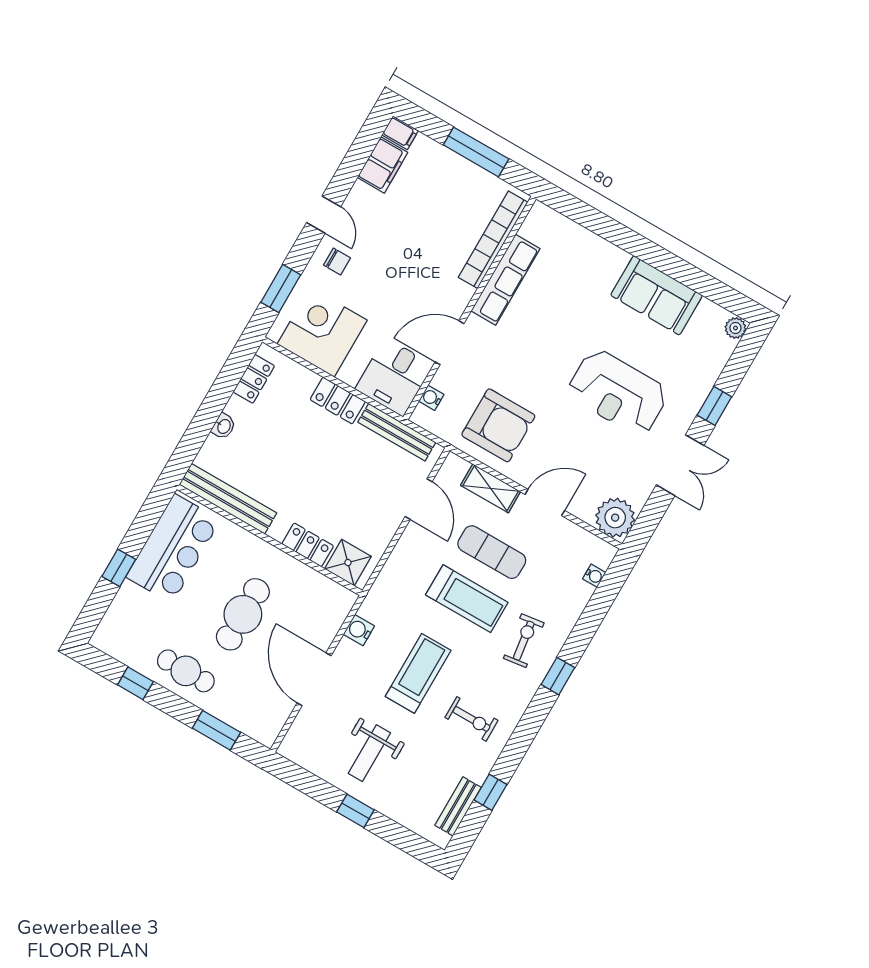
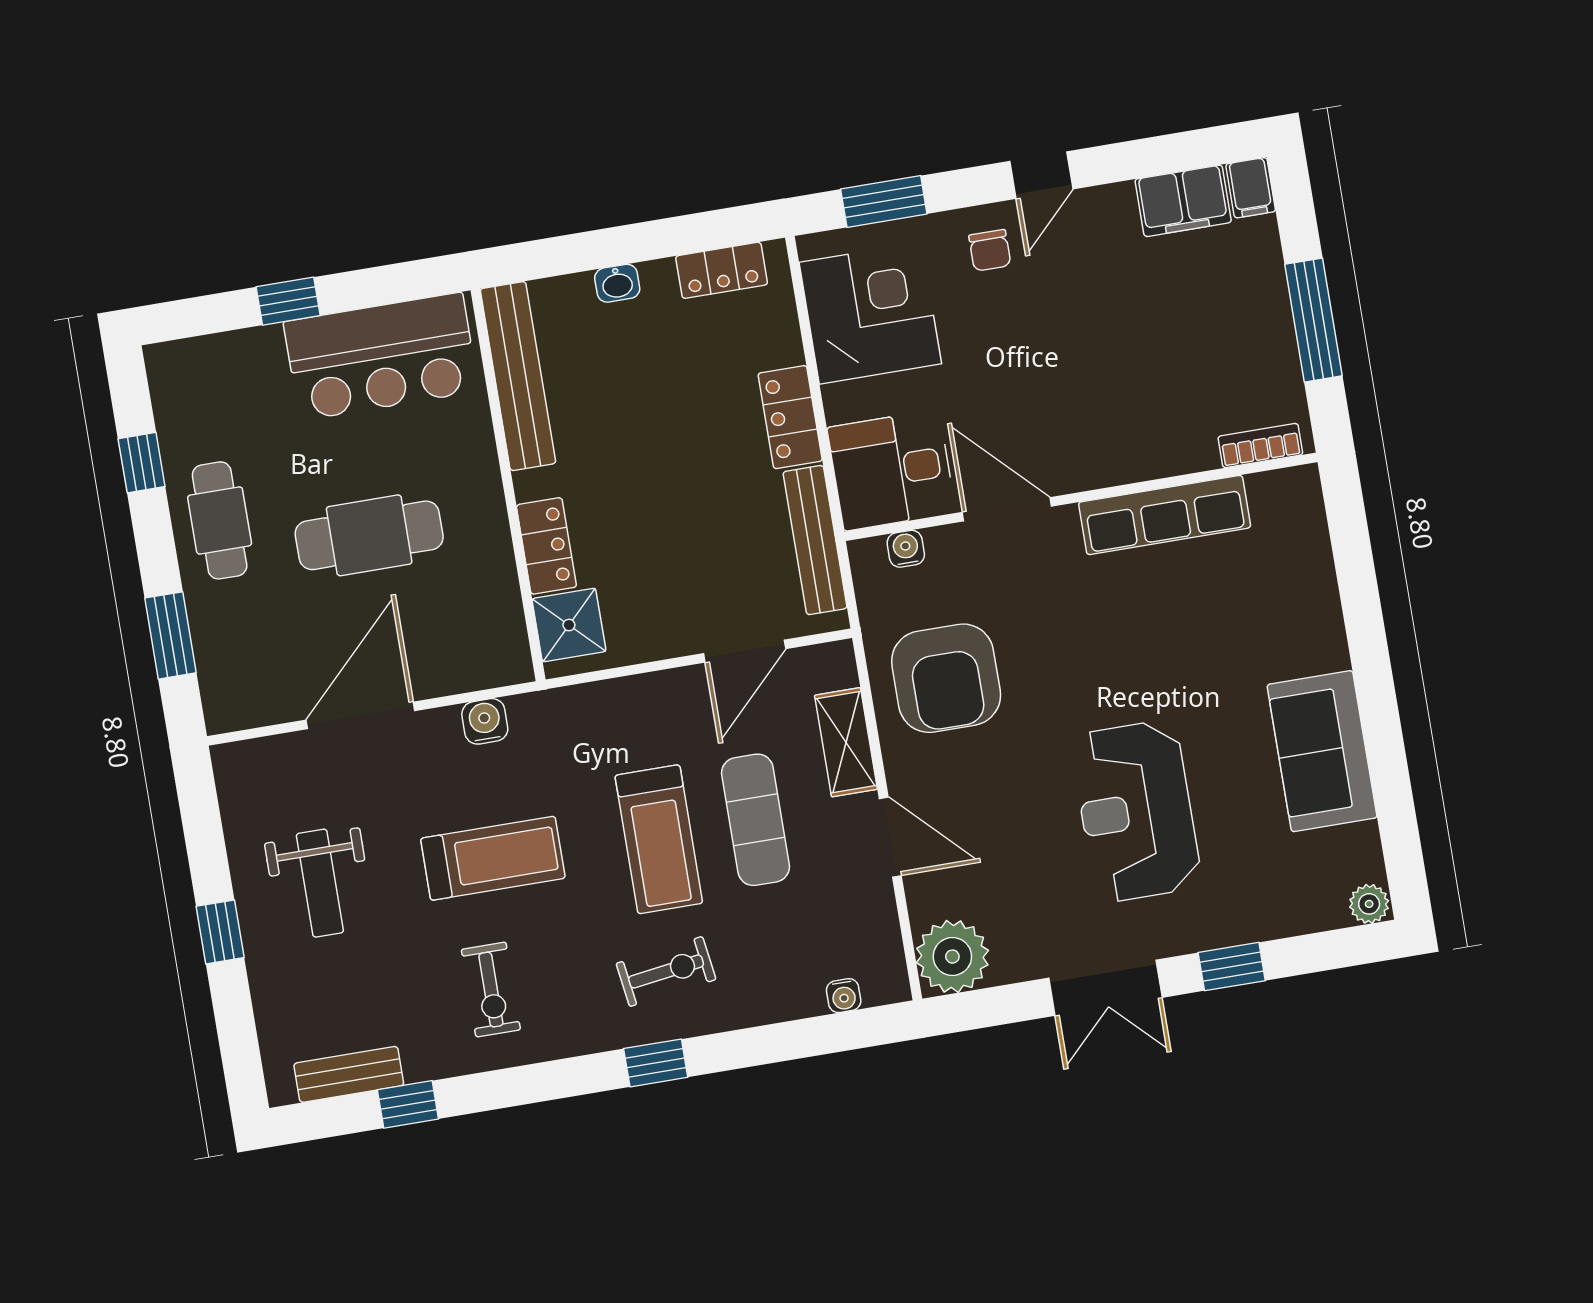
bookcase: (493, 240) -> (1260, 445), width x0.43, depth x0.76
weight bench: (369, 753) -> (320, 883), turned -90

